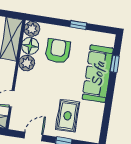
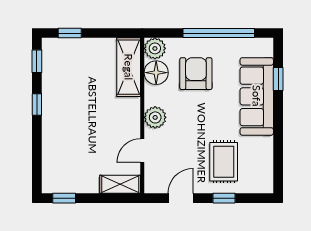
window: (78, 25) -> (219, 33), width x3.17
plant: (27, 63) -> (155, 117), moved

